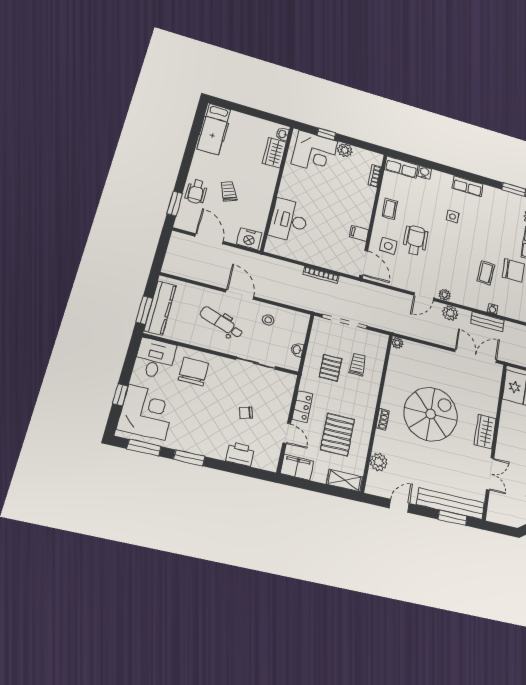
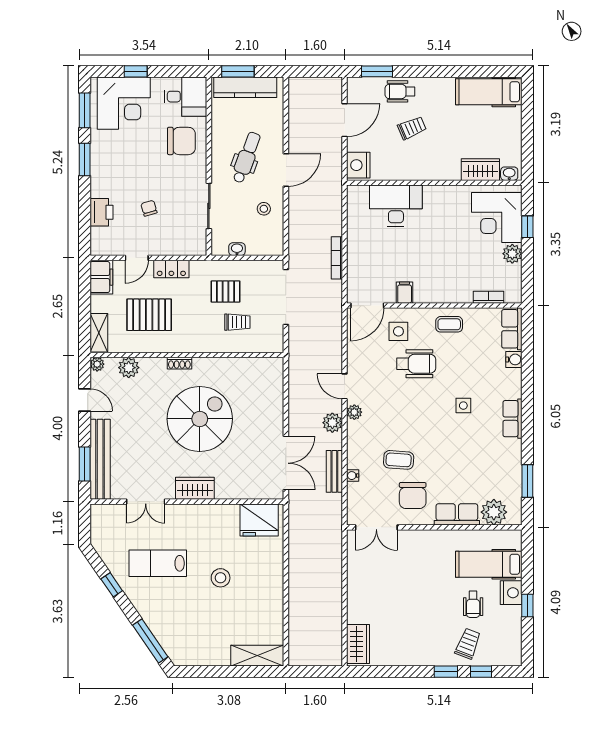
plant: (397, 343) -> (97, 364), moved
spiral stairs: (431, 414) -> (200, 419), turned -90

